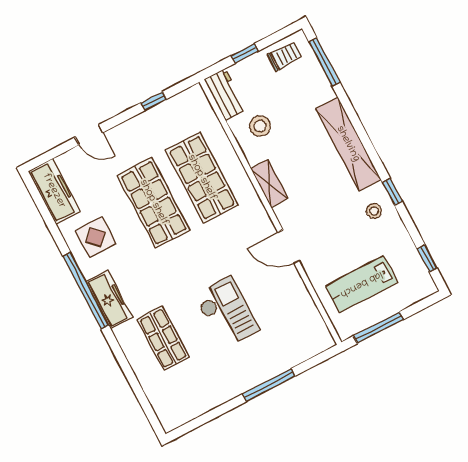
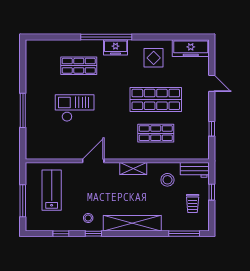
trolley: (285, 56) -> (193, 204), moved
door: (89, 135) -> (212, 83), swing flipped
shop shelf: (202, 178) -> (156, 133), width x0.70, depth x0.74
window: (427, 258) -> (61, 234), moved
window: (86, 291) -> (106, 37), moved
freezer: (109, 299) -> (116, 47), width x0.71
checkout: (227, 313) -> (75, 108), turned 180
window: (378, 328) -> (23, 201), moved

